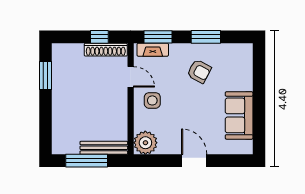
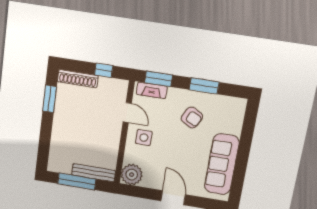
shoe rack: (106, 50) -> (78, 79), moved
sofa: (239, 115) -> (222, 164), width x1.36

